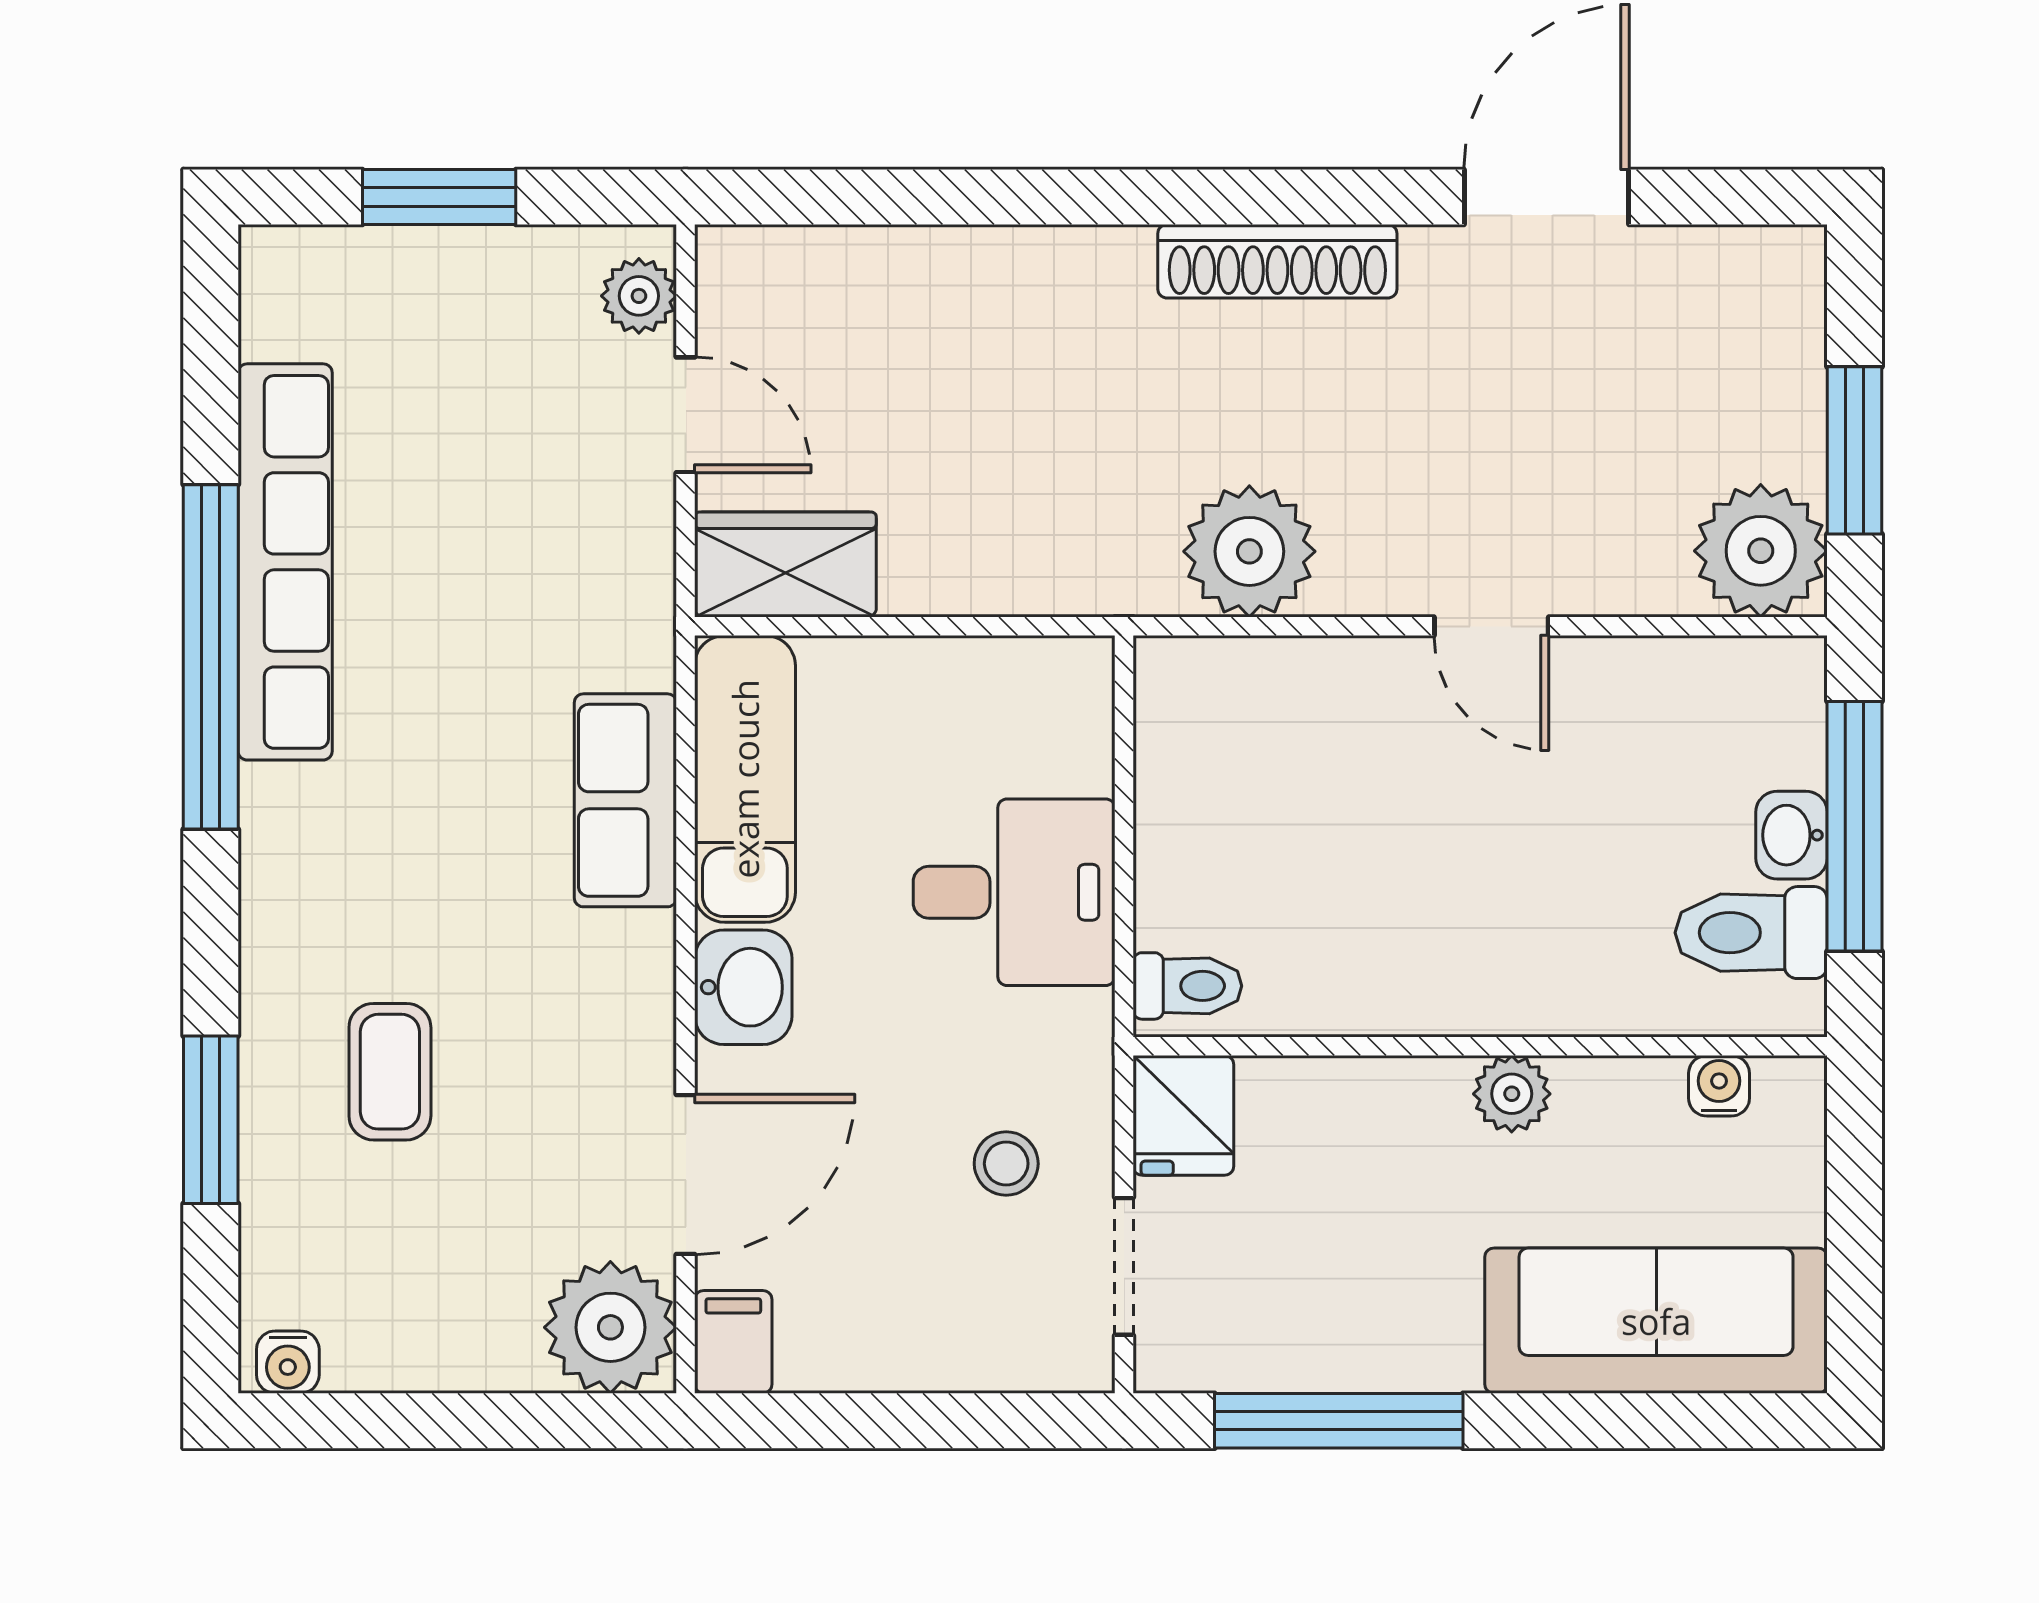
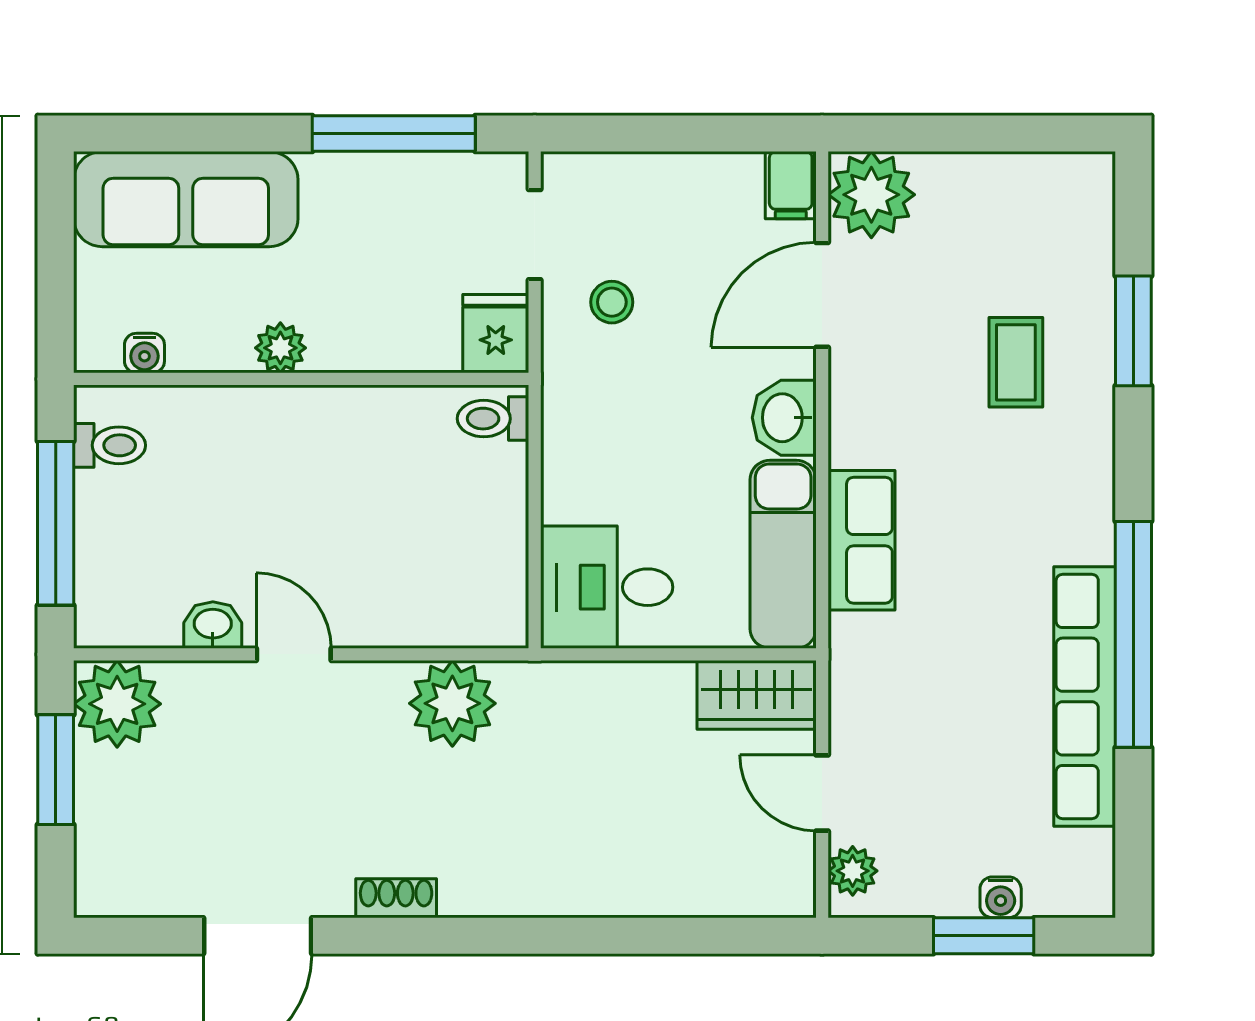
shoe rack: (1277, 261) -> (396, 898), width x0.51, depth x0.81
washbasin: (1791, 835) -> (213, 625), moved, turned -90
desk: (1014, 892) -> (607, 587), moved
toilet: (1751, 933) -> (110, 445), width x0.73, depth x0.72
water cooler: (288, 1362) -> (1001, 897), moved, turned 180

